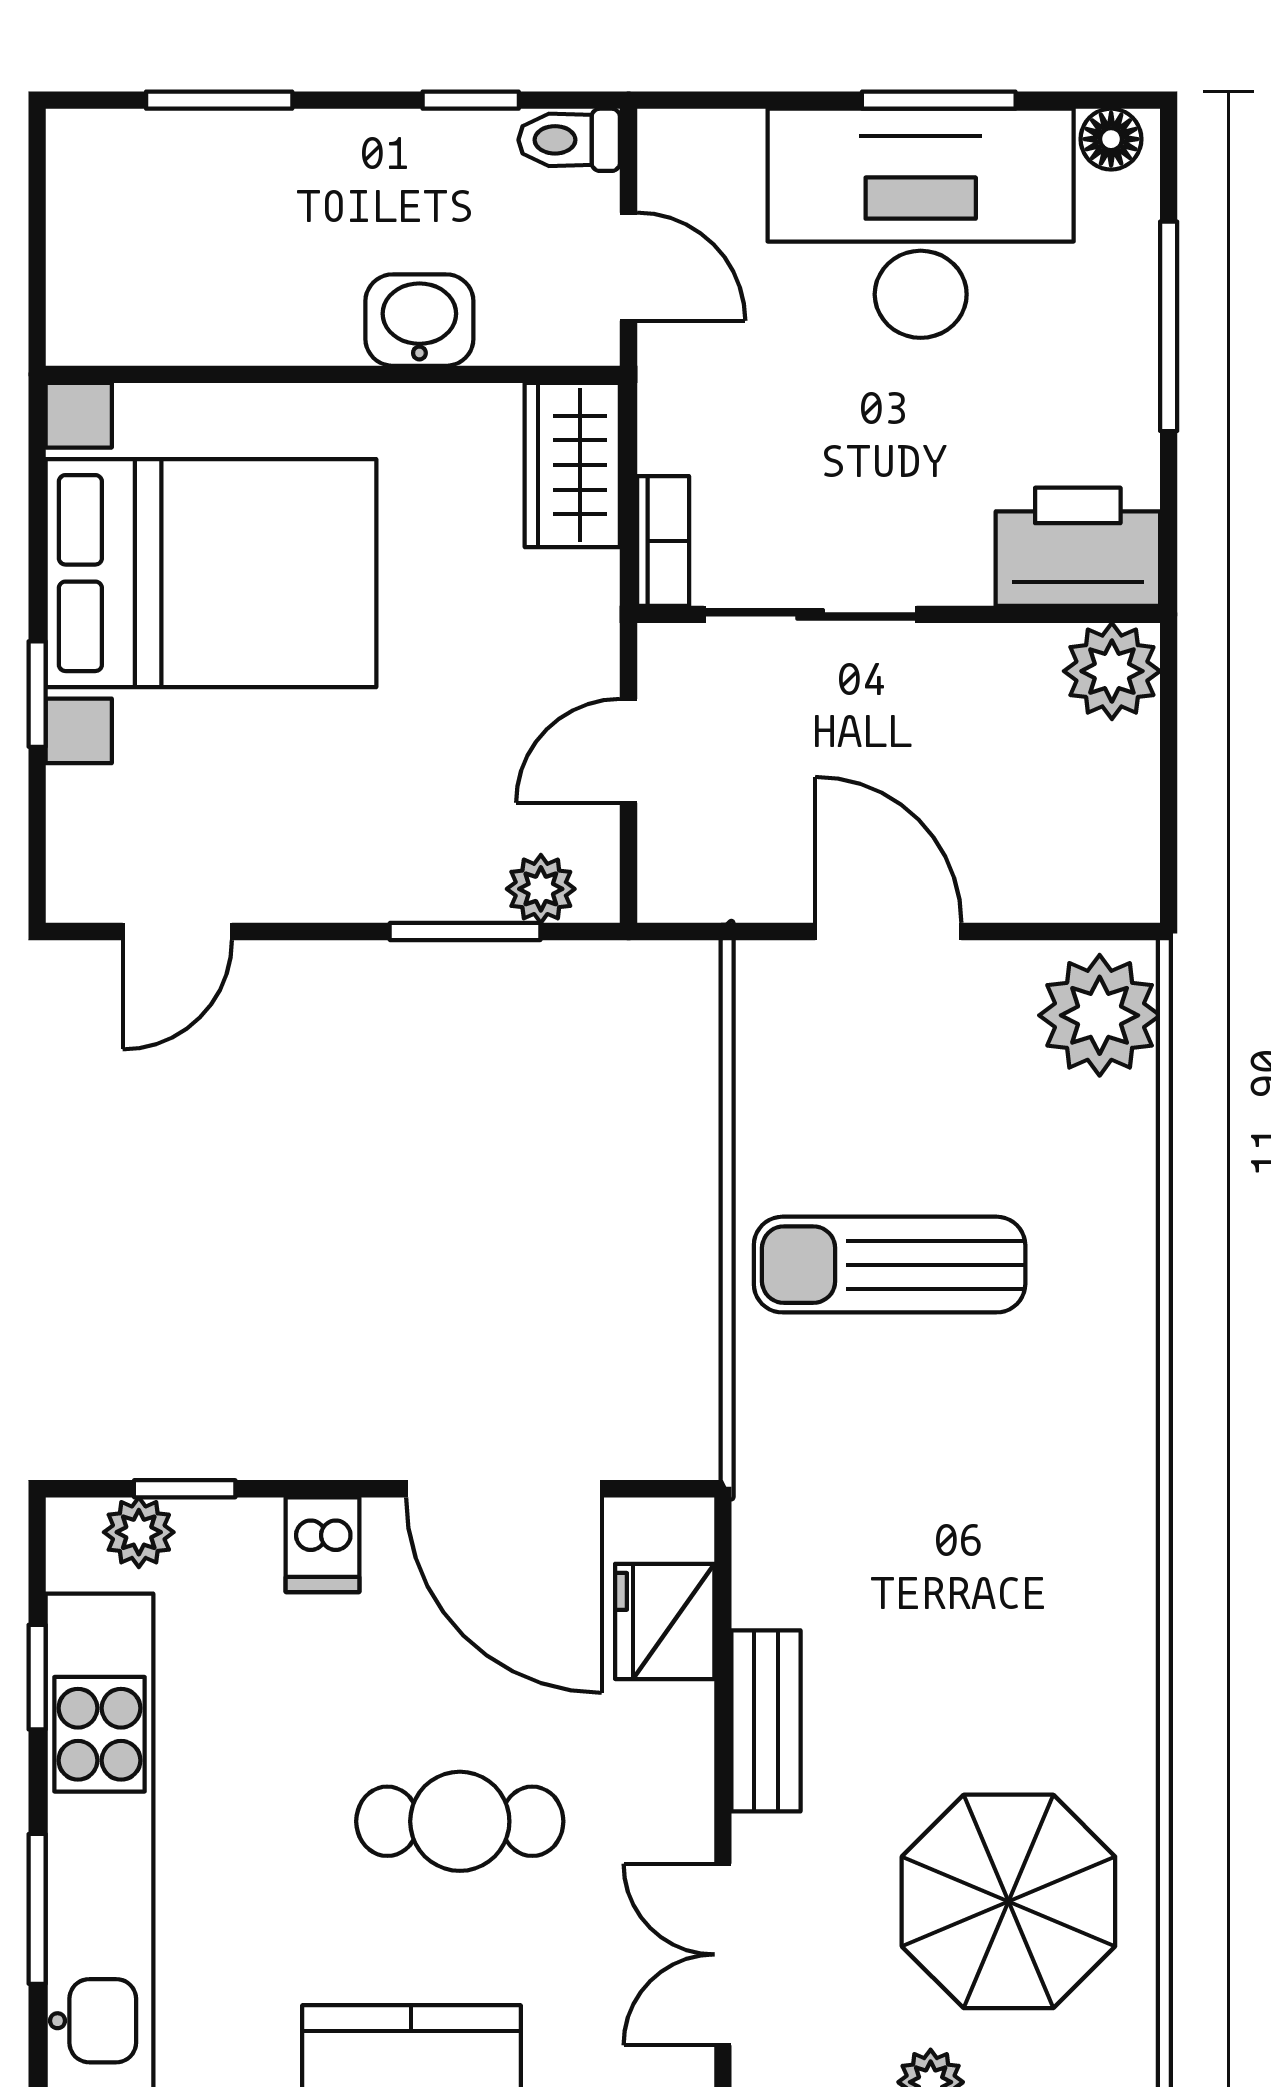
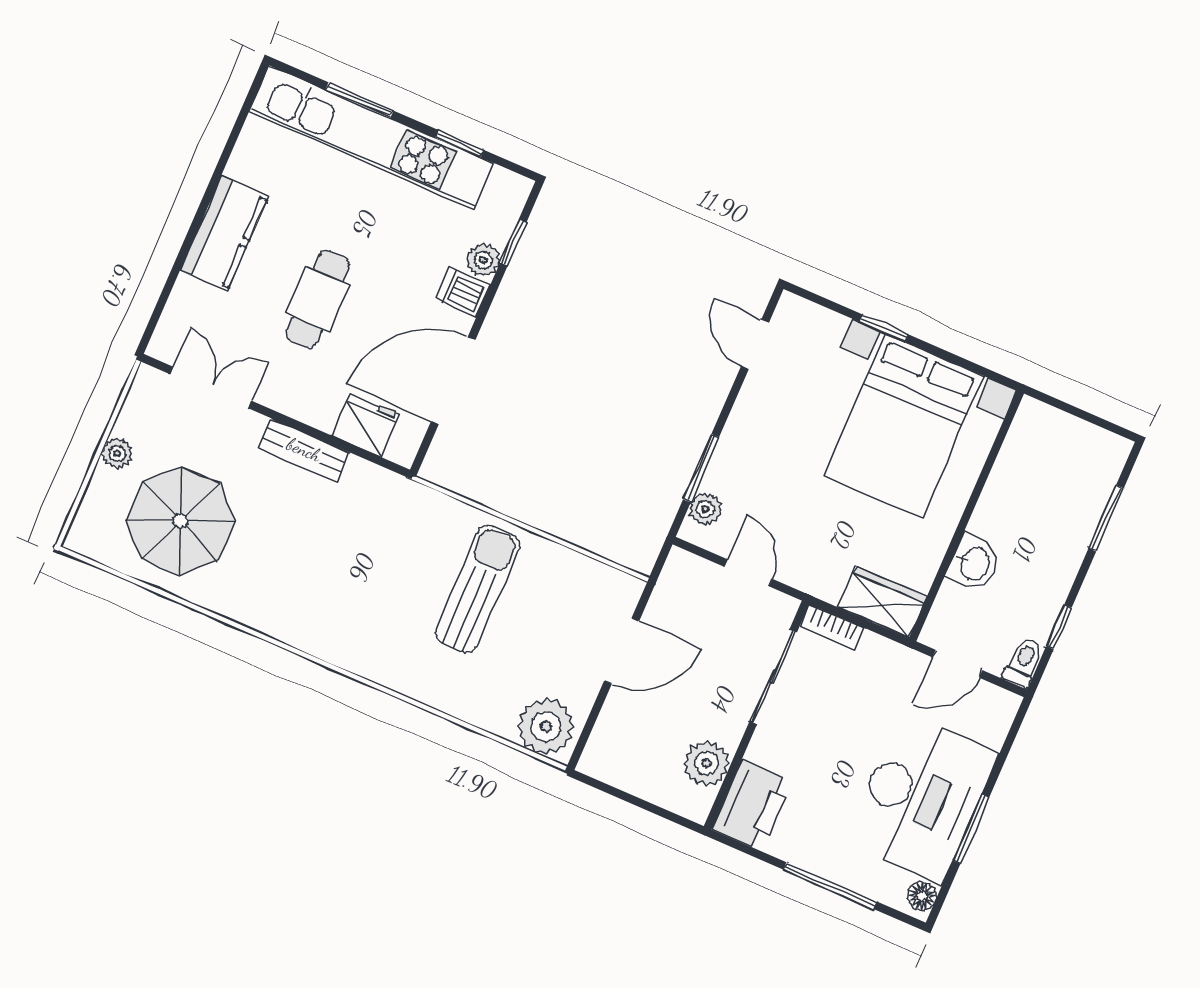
plant: (1112, 671) -> (706, 763), moved
plant: (139, 1532) -> (483, 260), moved

